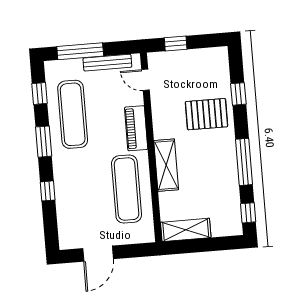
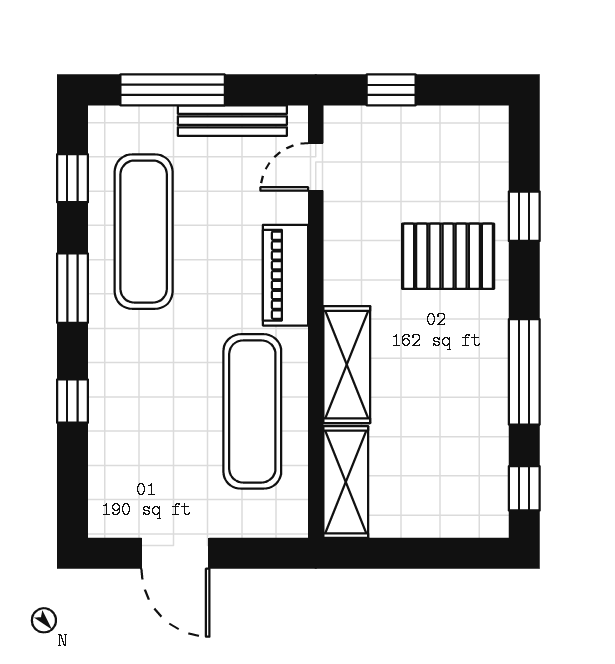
door: (145, 80) -> (316, 167), hinge flipped
shelving: (186, 230) -> (346, 482), moved, turned 90
door: (98, 254) -> (175, 553), hinge flipped

